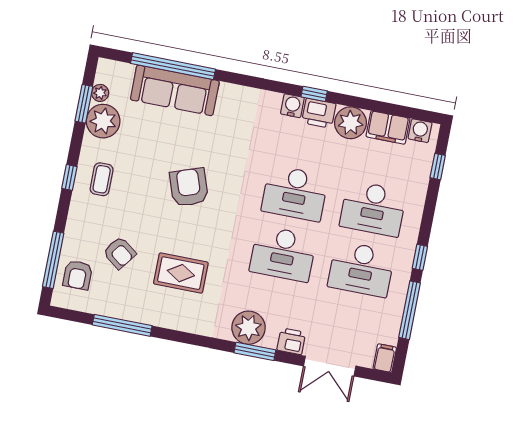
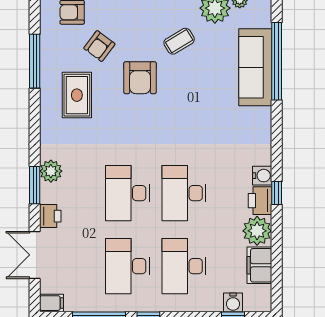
water cooler: (420, 131) -> (233, 302), moved, turned 90
coffee table: (102, 179) -> (179, 41), moved, turned -31
armchair: (189, 187) -> (140, 78), moved, turned 109
rug: (181, 273) -> (77, 95), moved
plant: (249, 328) -> (51, 171), width x0.73, depth x0.73

